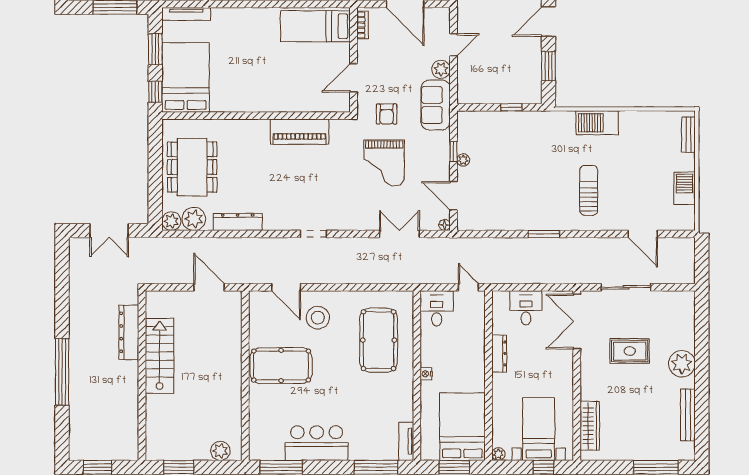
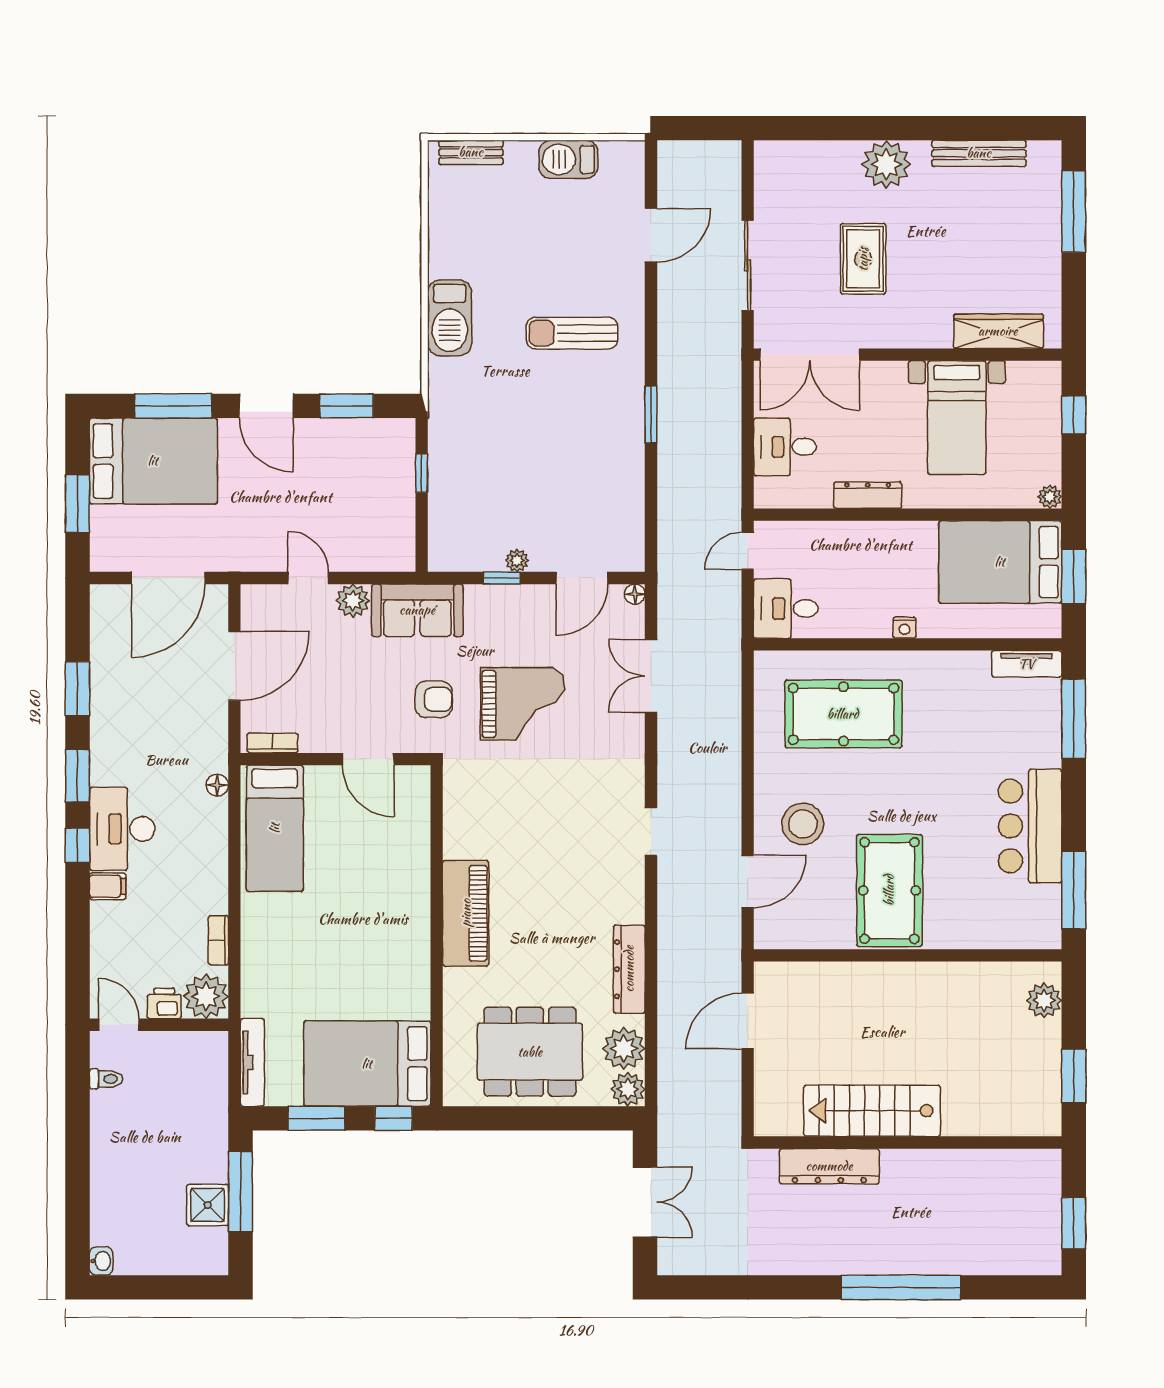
piano: (300, 132) -> (466, 913), moved
bed with nightstands: (539, 429) -> (957, 418), moved, turned -90

